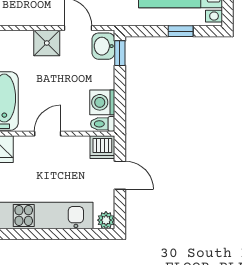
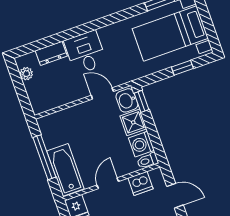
shower: (47, 43) -> (133, 122), moved
dishwasher: (102, 147) -> (140, 183), moved

